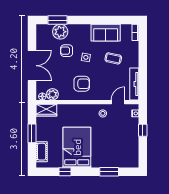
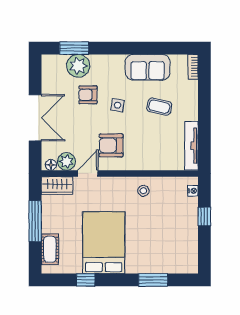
armchair: (82, 84) -> (111, 145), turned 180
door: (118, 102) -> (88, 173), moved
window: (32, 133) -> (35, 221), width x1.44

